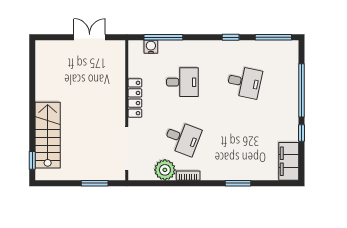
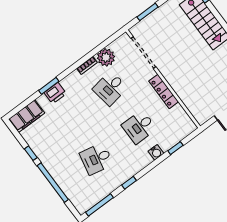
window: (163, 37) -> (175, 148), width x0.46
water cooler: (151, 47) -> (156, 152), moved
desk: (182, 138) -> (110, 88), turned -30
filing cabinet: (289, 161) -> (27, 116), moved, turned 90
printer: (237, 172) -> (55, 93), added

